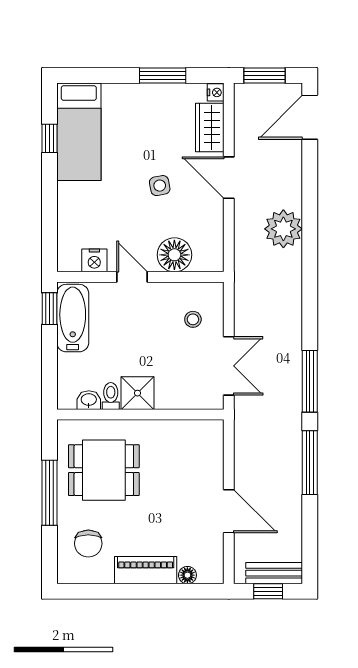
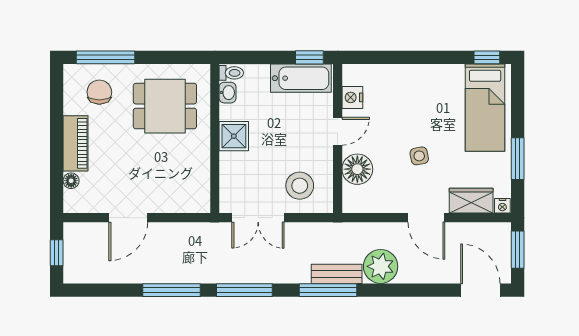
bed: (79, 132) -> (485, 108), moved, turned -90
window: (49, 138) -> (487, 57), moved
door: (229, 178) -> (426, 218), swing flipped
window: (310, 288) -> (328, 290), added
stool: (193, 319) -> (300, 186), width x1.89, depth x1.89
toilet: (111, 396) -> (231, 73), moved
dining table: (104, 470) -> (165, 106), turned 90
window: (49, 493) -> (105, 57), moved
chair: (88, 544) -> (99, 92), turned 90
bench: (274, 573) -> (337, 274), moved, turned 90

